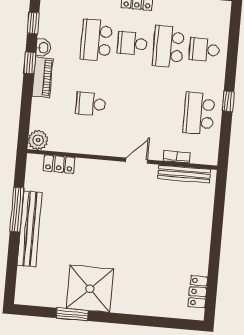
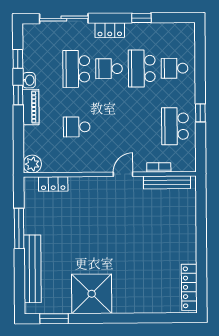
bench: (30, 229) -> (32, 269), moved
locker: (198, 292) -> (189, 287), width x1.53
window: (72, 314) -> (54, 319), moved

